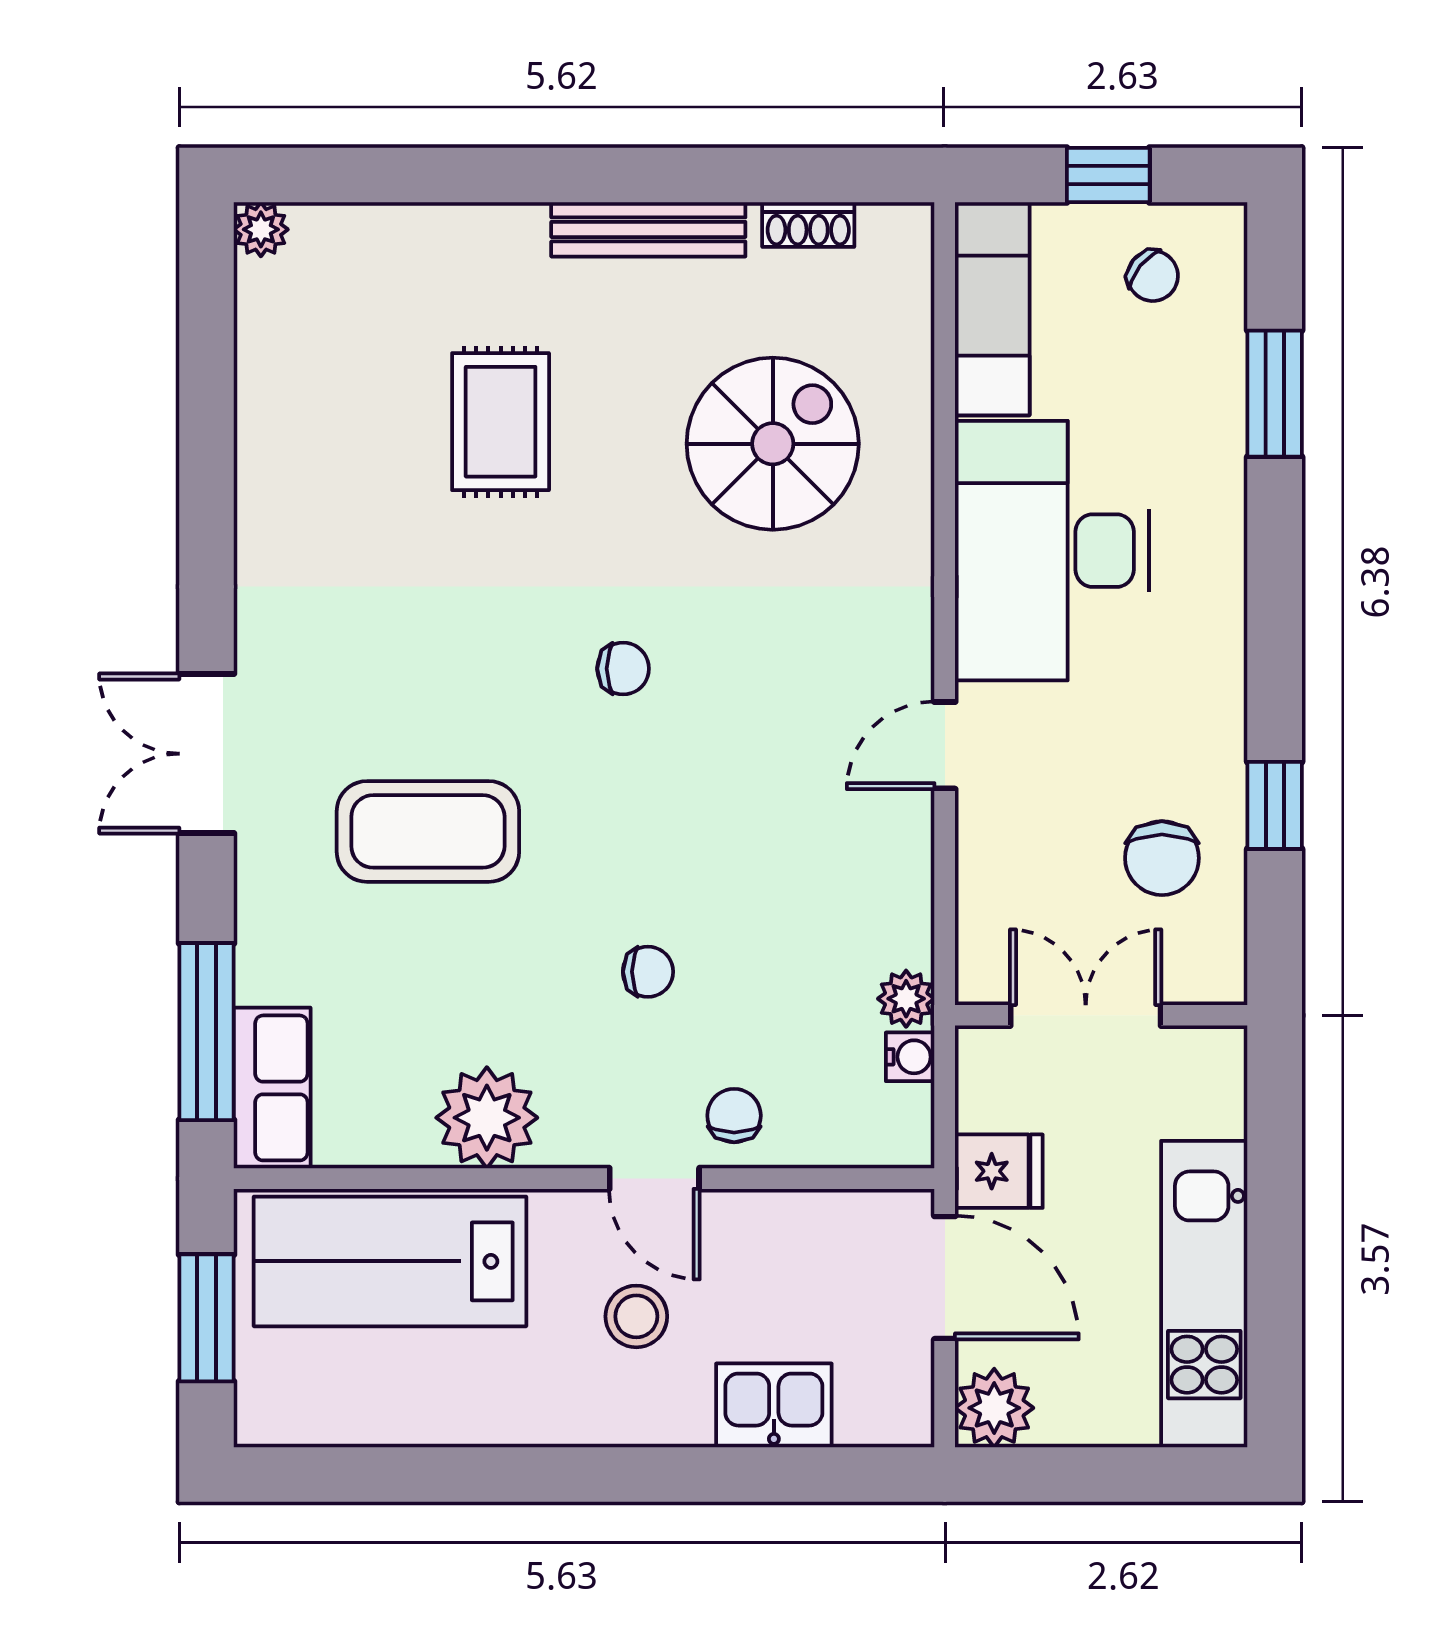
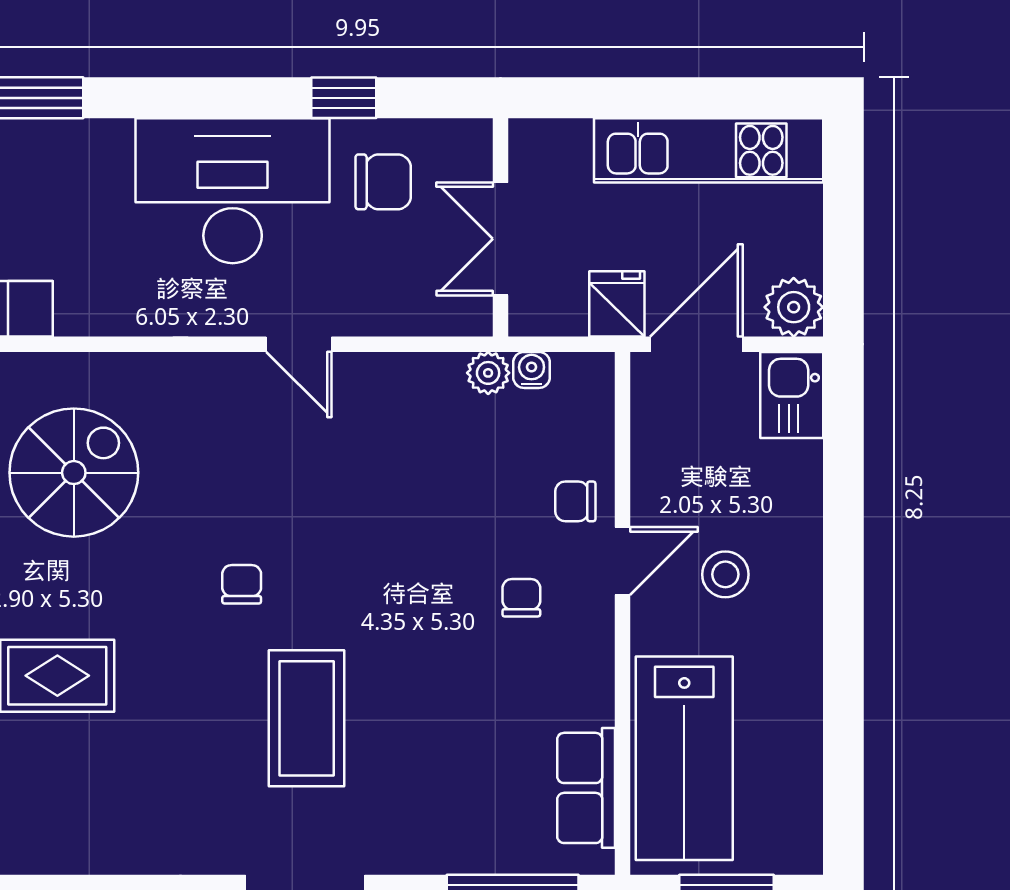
spiral stairs: (773, 444) -> (74, 473), turned 90
desk: (1052, 551) -> (233, 191), moved, turned 180
coffee table: (428, 831) -> (307, 718), moved
chair: (648, 972) -> (521, 598), moved
row of seats: (272, 1088) -> (586, 788), moved, turned -90
plant: (487, 1118) -> (577, 686), removed
kitchen sink: (774, 1405) -> (792, 395), moved

